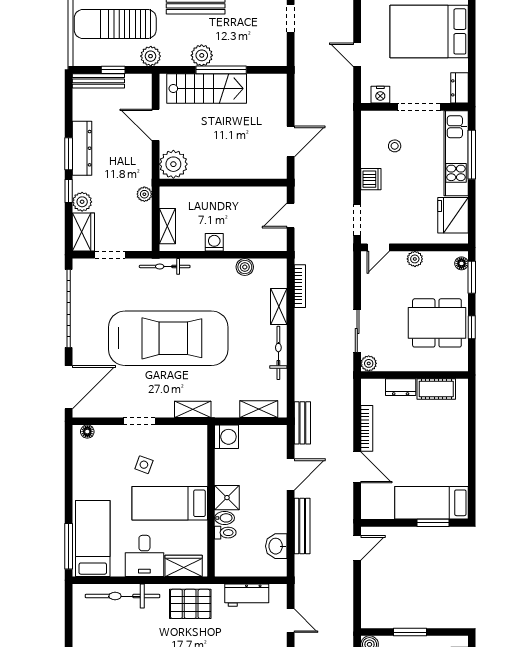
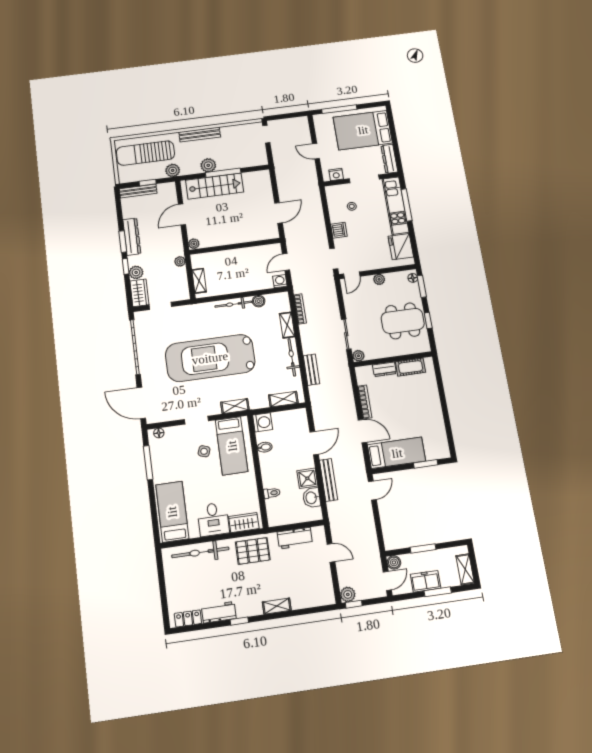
dresser: (460, 88) -> (389, 159), width x1.44
door: (156, 125) -> (182, 214), hinge flipped
plant: (173, 164) -> (194, 244), width x0.53, depth x0.53
washing machine: (214, 242) -> (280, 281), moved
bicycle: (165, 266) -> (233, 304), moved
car: (168, 338) -> (210, 358), turned 180
door: (69, 387) -> (141, 403), swing flipped
bench: (302, 423) -> (311, 370), moved
shower: (227, 498) -> (307, 478), moved
bed: (170, 503) -> (232, 446), moved, turned -90
bed: (432, 503) -> (397, 453), moved, turned 180
bidet: (225, 518) -> (265, 447), moved
window: (69, 546) -> (148, 463), moved

